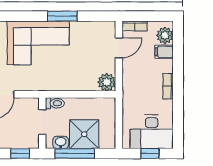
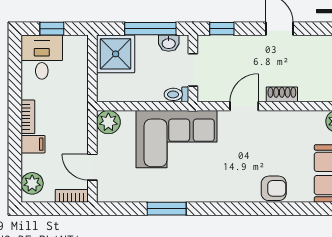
corner sofa: (38, 43) -> (177, 139), moved, turned 180
door: (119, 48) -> (92, 167), hinge flipped
filing cabinet: (164, 52) -> (33, 144), moved
desk: (152, 132) -> (42, 57), width x0.73
shower: (84, 134) -> (116, 54), moved

